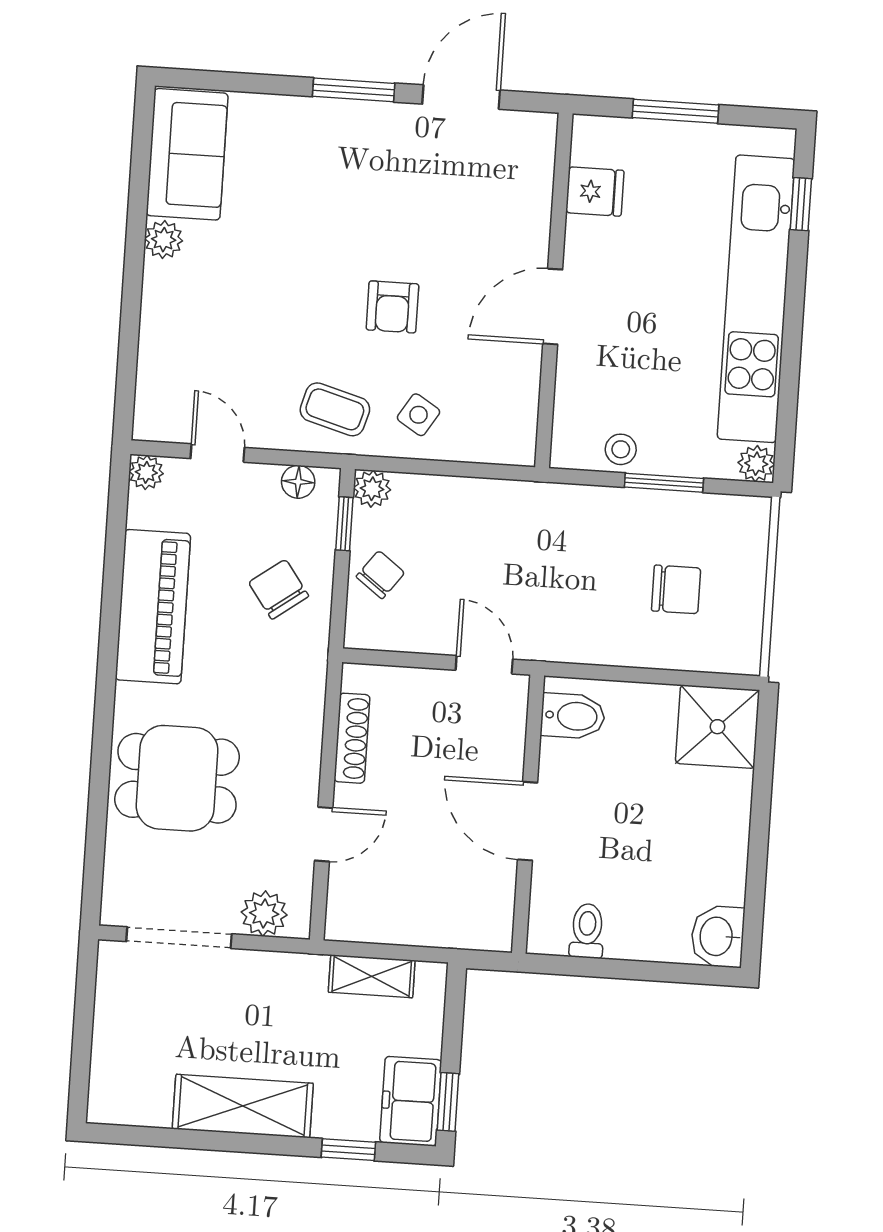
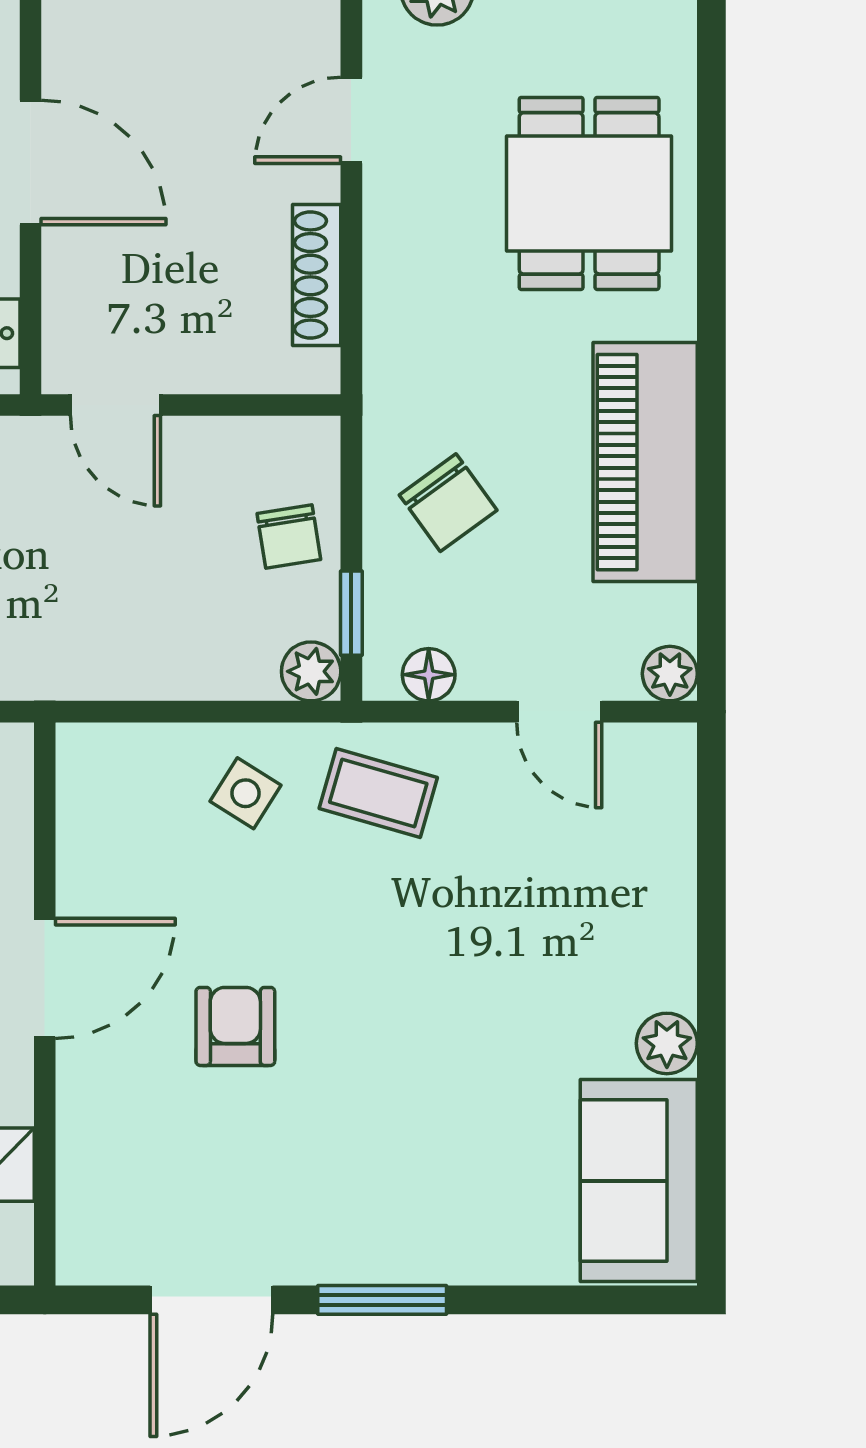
armchair: (392, 307) -> (235, 1026), moved
chair: (380, 575) -> (289, 537), turned -46
dining table: (177, 778) -> (589, 193), turned 90

